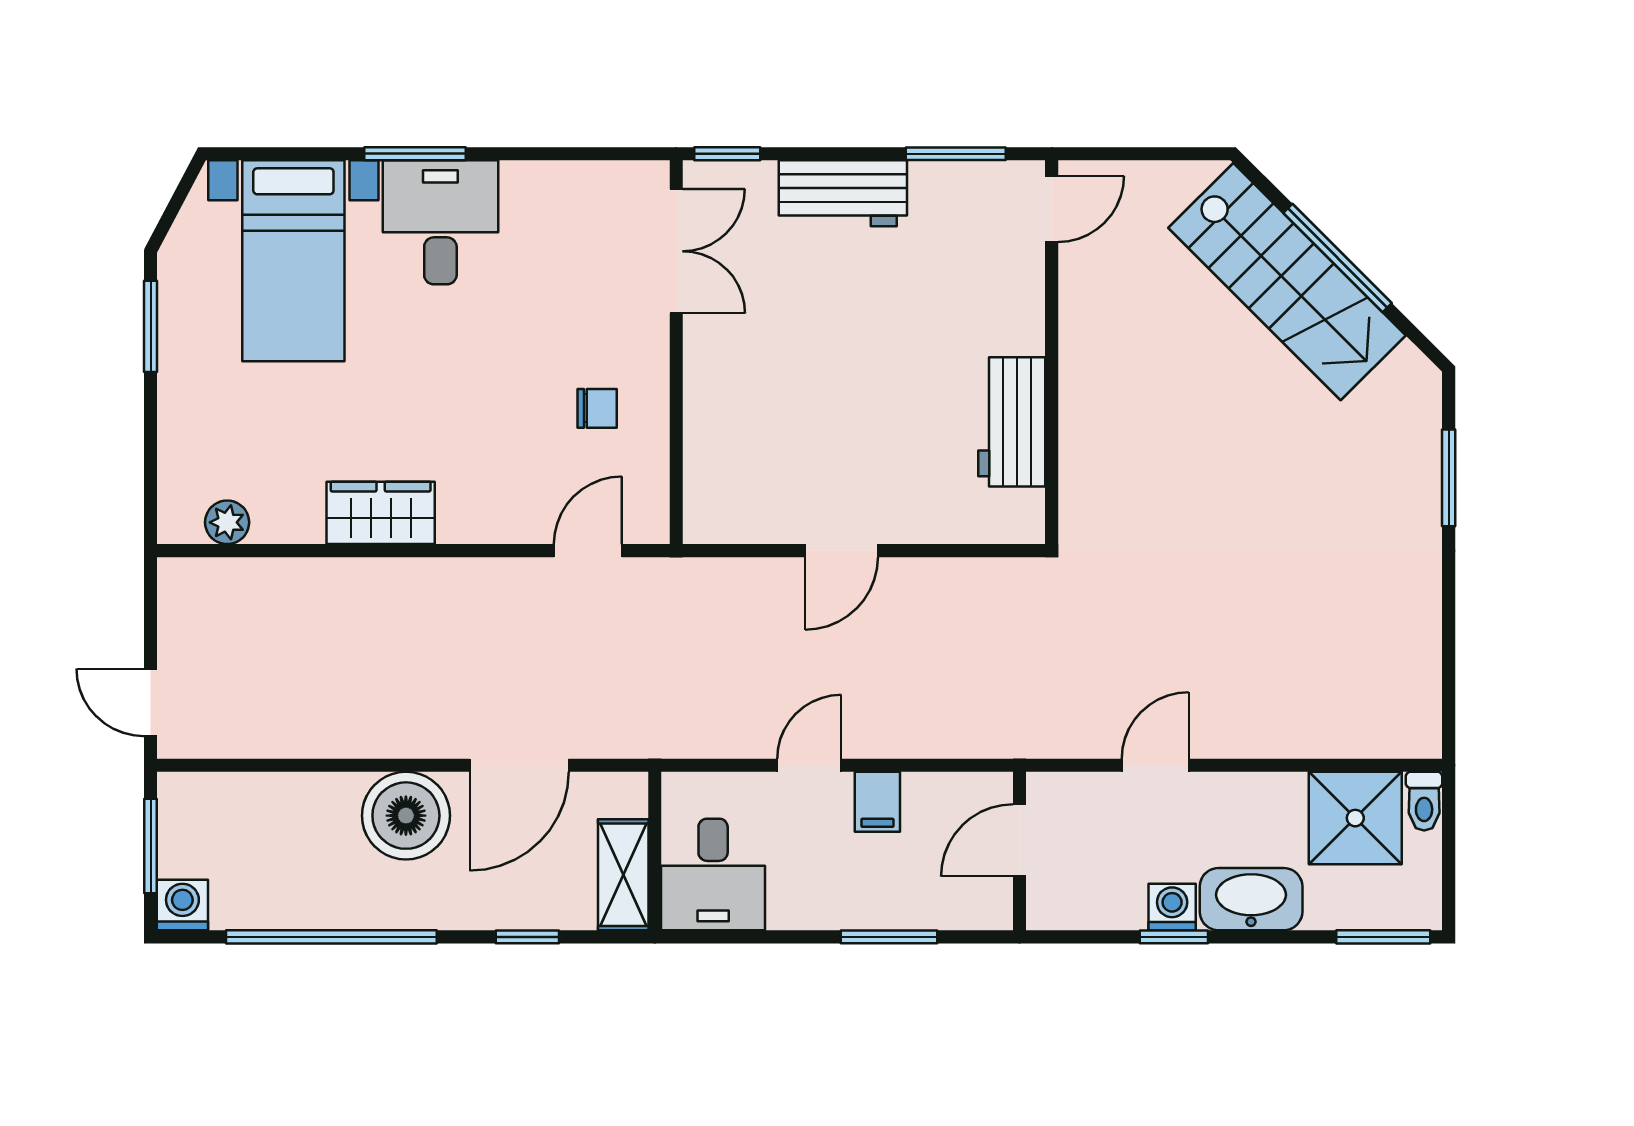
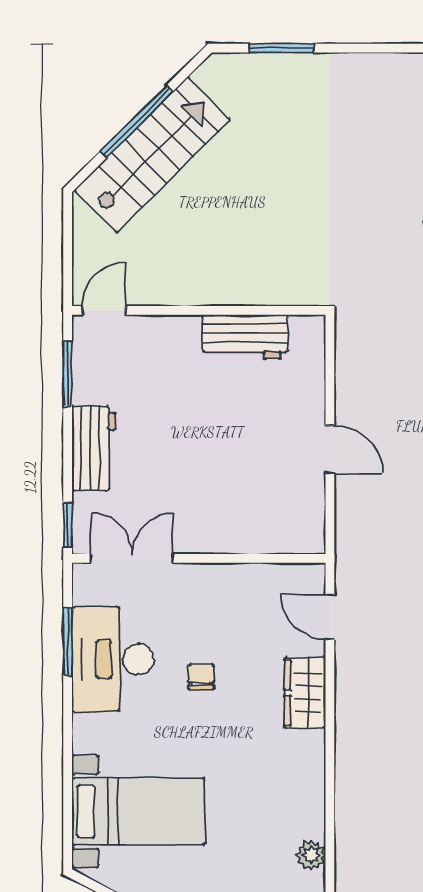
window: (415, 154) -> (68, 642), moved
door: (1052, 209) -> (104, 310), hinge flipped
desk: (440, 222) -> (113, 659), moved, width x1.37
chair: (597, 408) -> (201, 677), moved
wardrobe: (381, 513) -> (305, 693), moved

